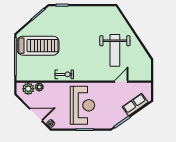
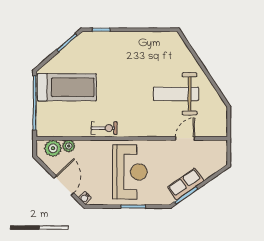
weight bench: (115, 50) -> (176, 94), turned 90
row of seats: (135, 105) -> (186, 184), moved
door: (36, 115) -> (64, 186), hinge flipped

